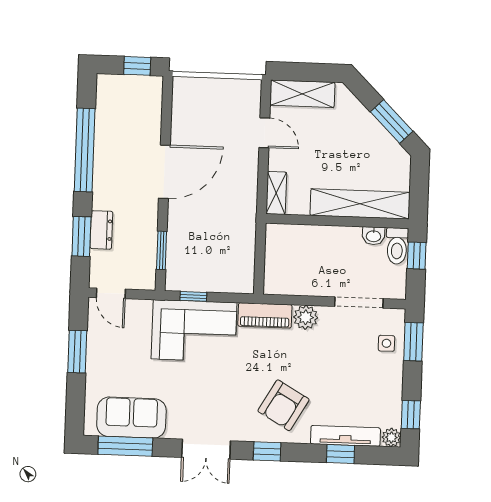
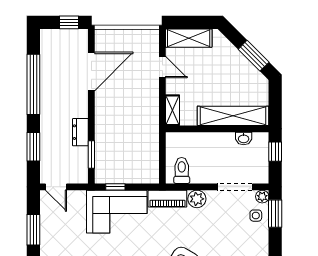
door: (164, 172) -> (91, 72), moved
dresser: (101, 230) -> (80, 132), moved, turned 180
toilet: (397, 246) -> (182, 171), moved, turned 180
plant: (396, 317) -> (262, 197), added

